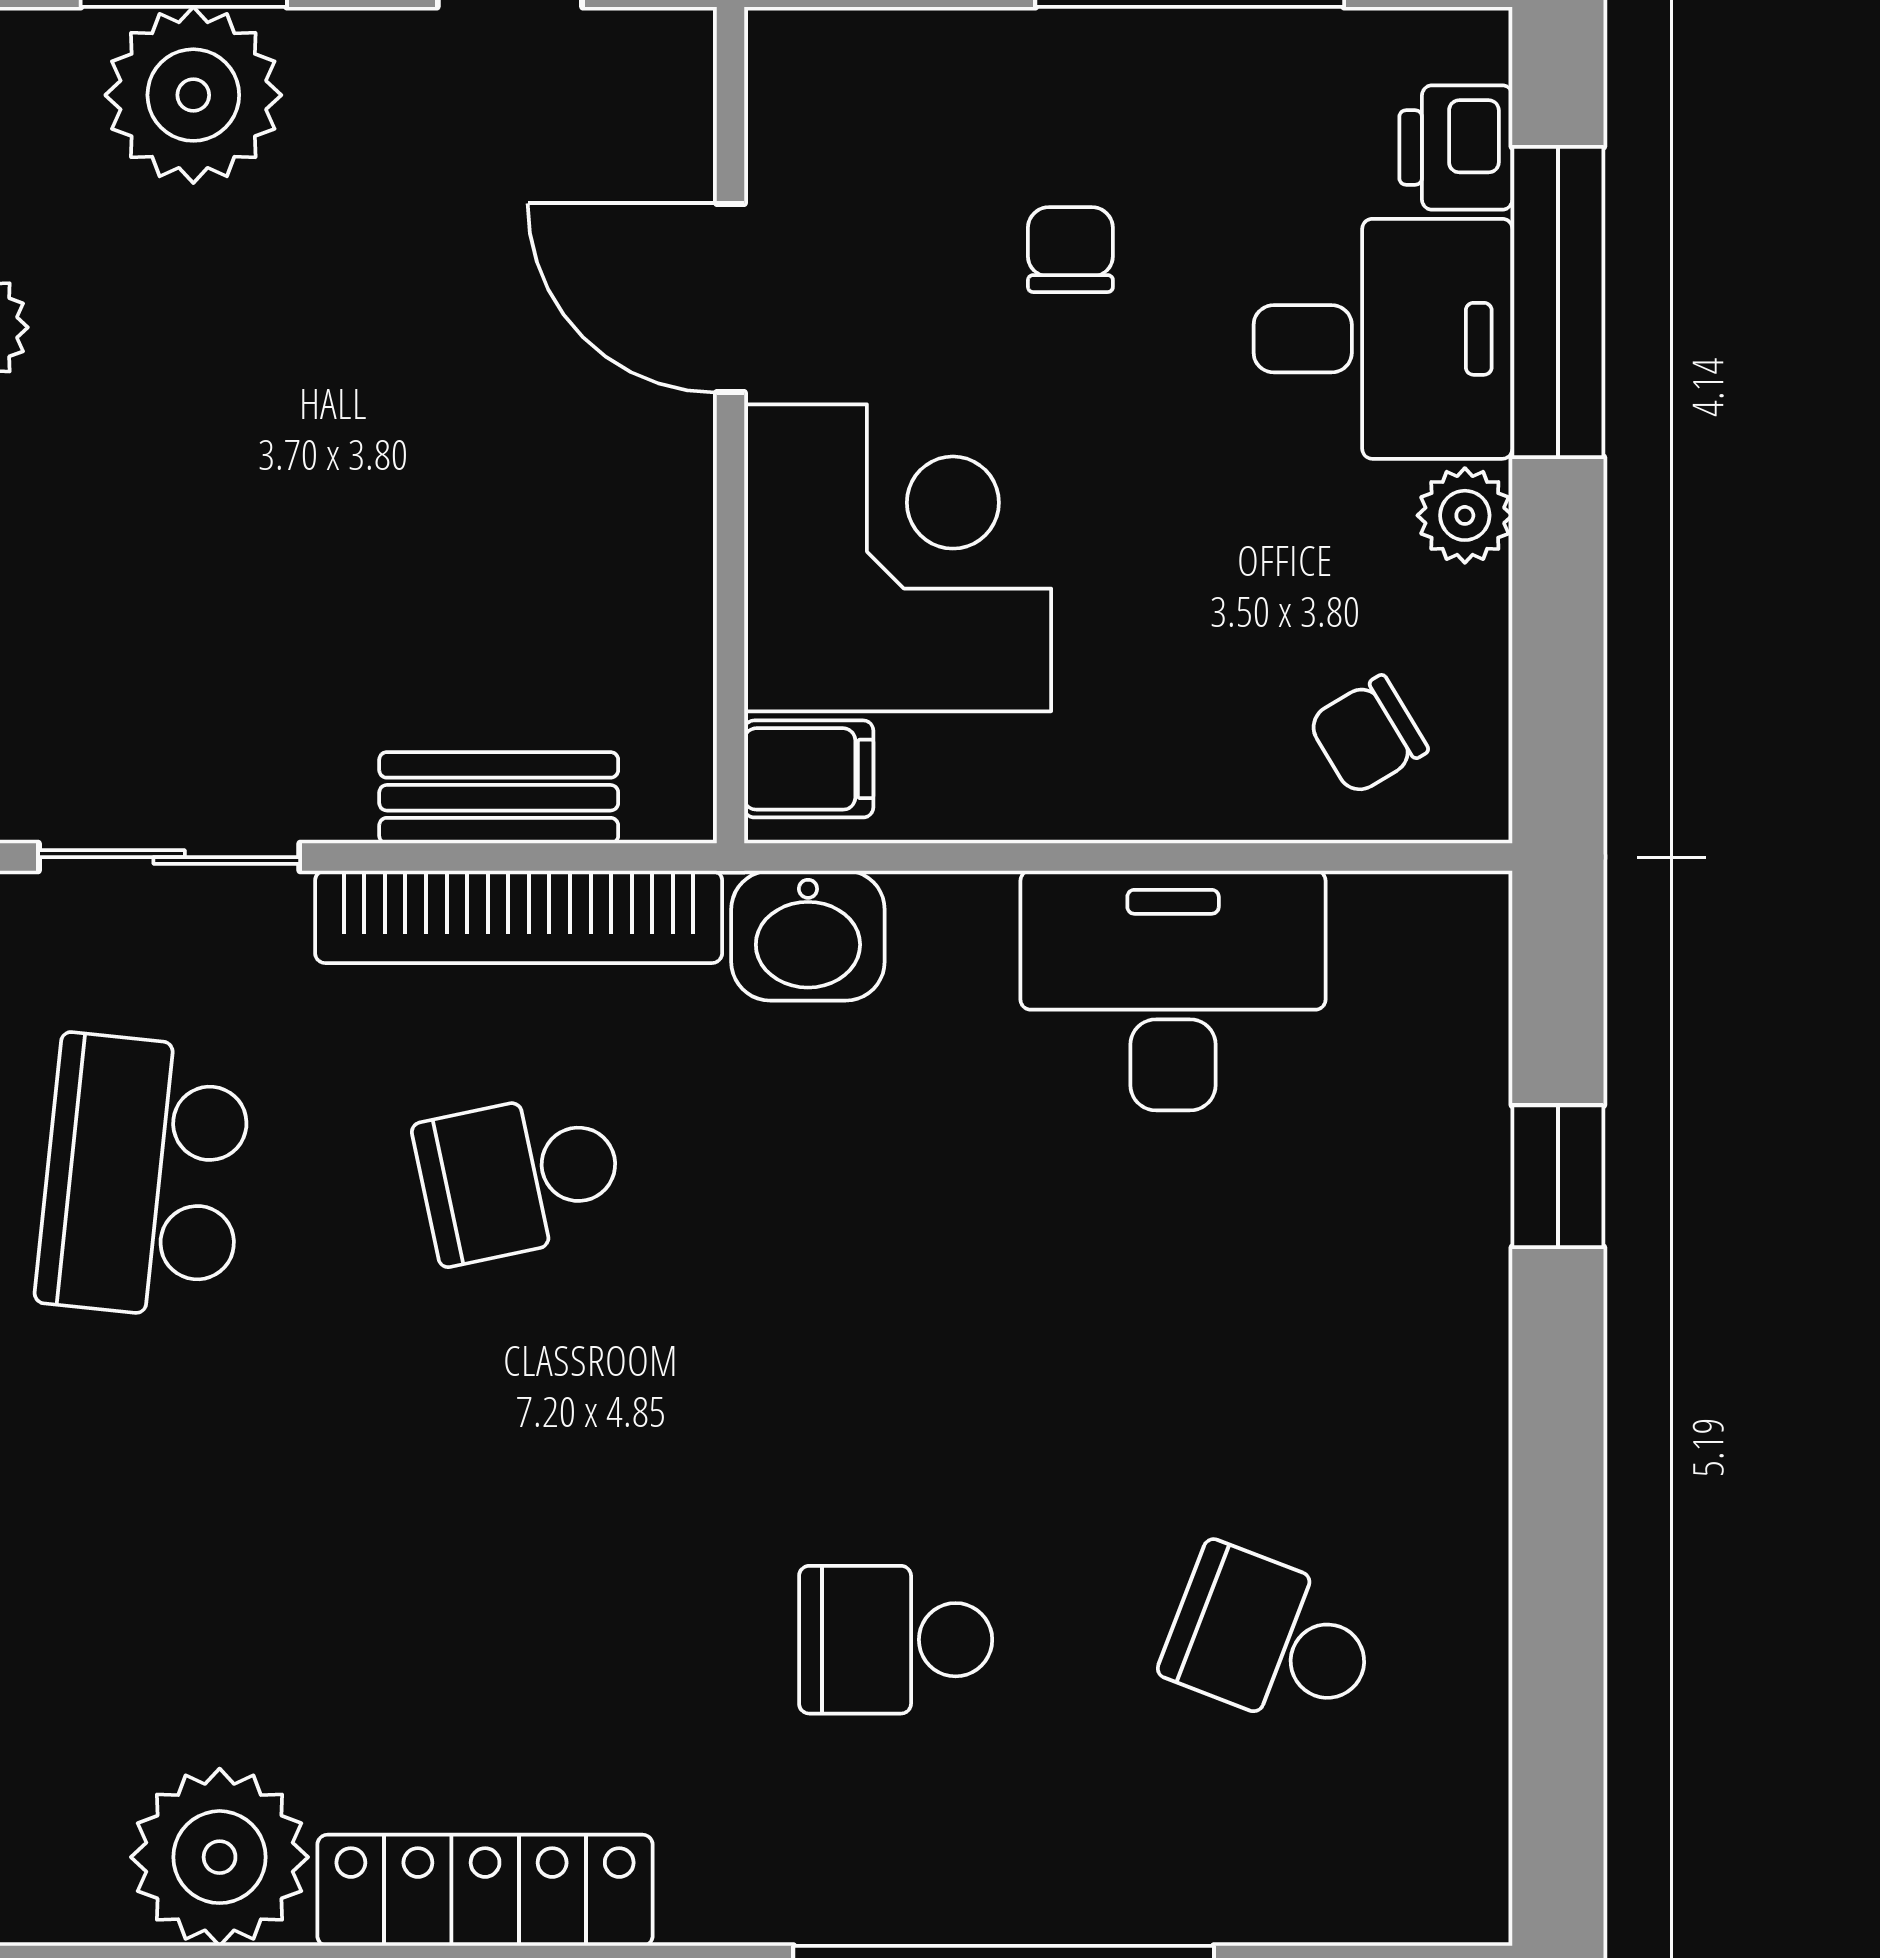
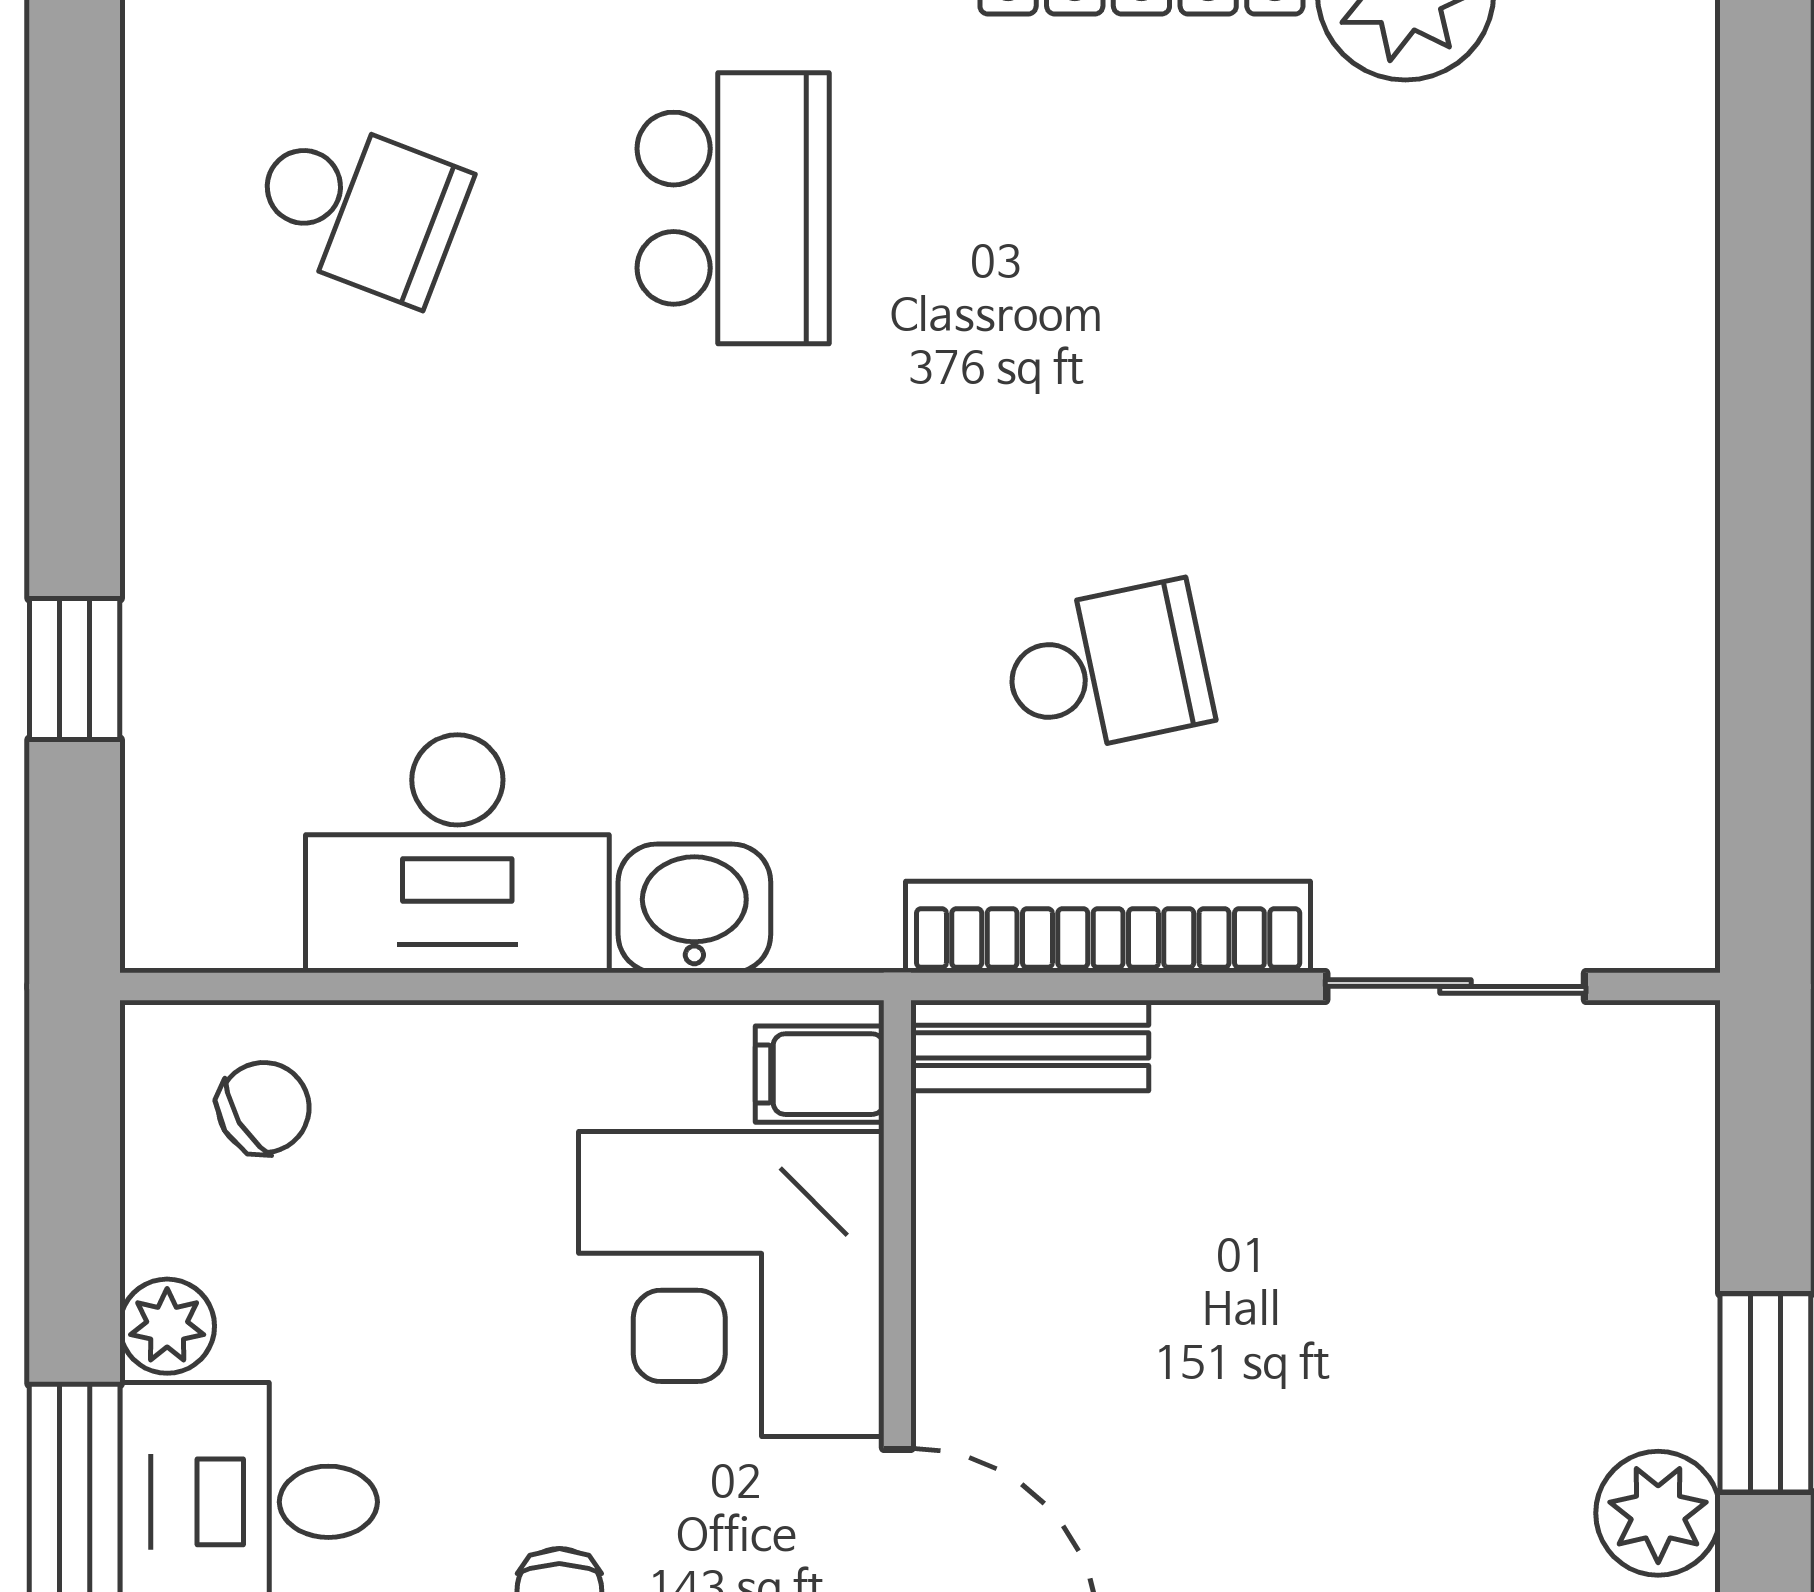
bench: (499, 798) -> (1030, 1045), moved
washbasin: (808, 936) -> (694, 908), moved
school desk: (144, 1177) -> (1481, 669), removed
school desk: (896, 1640) -> (733, 208), width x1.85

